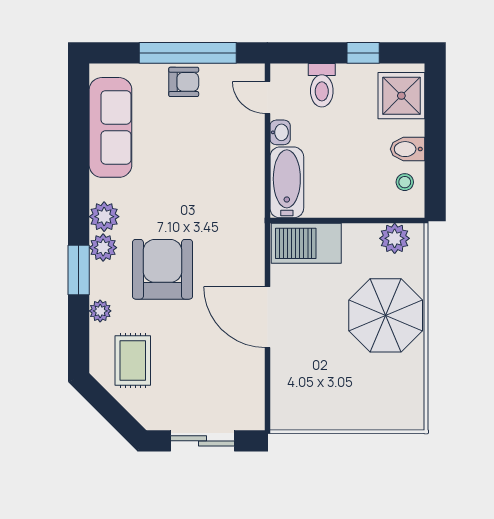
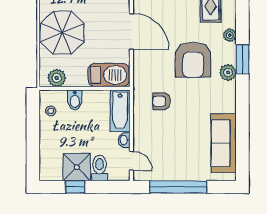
armchair: (184, 82) -> (162, 101), moved
shower: (401, 96) -> (77, 167), moved
bidet: (407, 149) -> (75, 100), moved, turned 90
plant: (104, 217) -> (227, 91), removed

